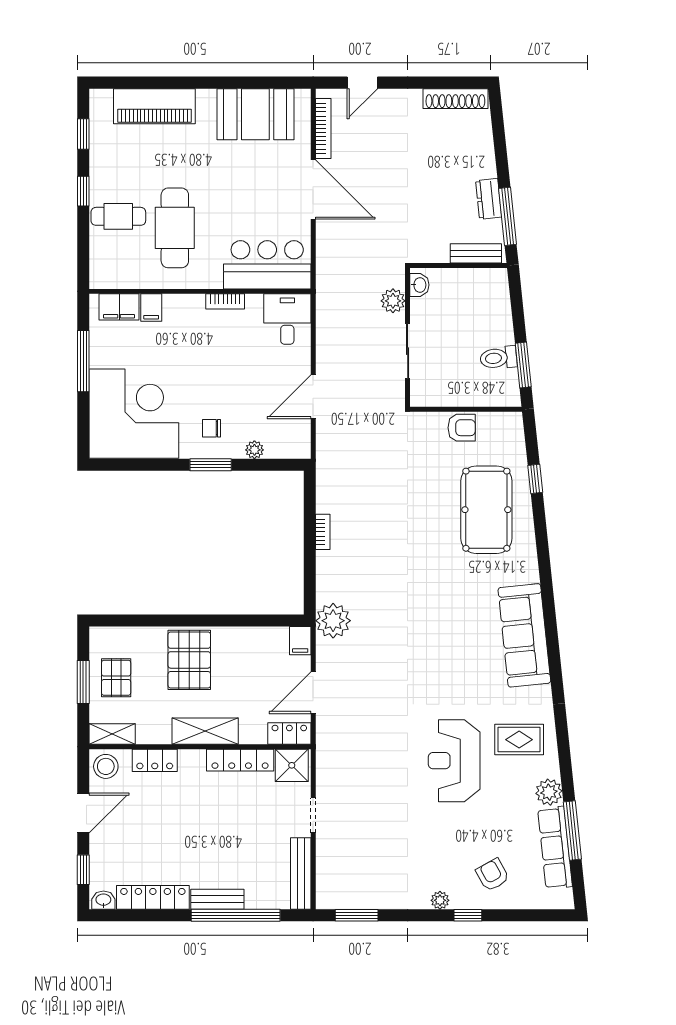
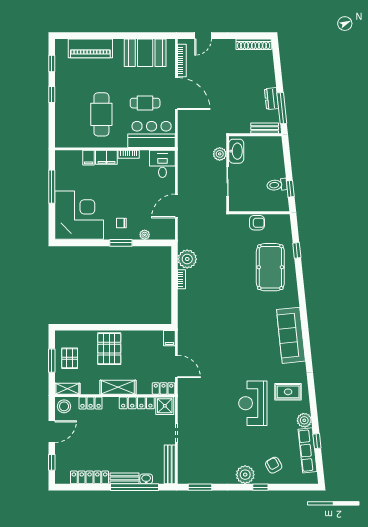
cafe table: (118, 216) -> (145, 103), moved
washbasin: (419, 285) -> (236, 151), width x1.91, depth x1.45
filing cabinet: (119, 307) -> (106, 157), moved
window: (523, 365) -> (290, 189), width x0.67
plant: (333, 621) -> (187, 259), moved
door: (313, 693) -> (176, 366), swing flipped
window: (572, 830) -> (317, 441), width x0.46
washbasin: (103, 900) -> (146, 479), moved
plant: (440, 900) -> (245, 475), width x1.87, depth x1.87

